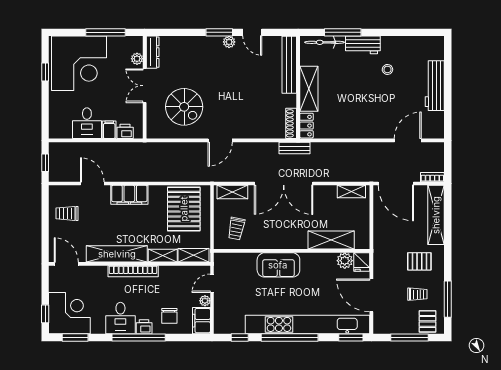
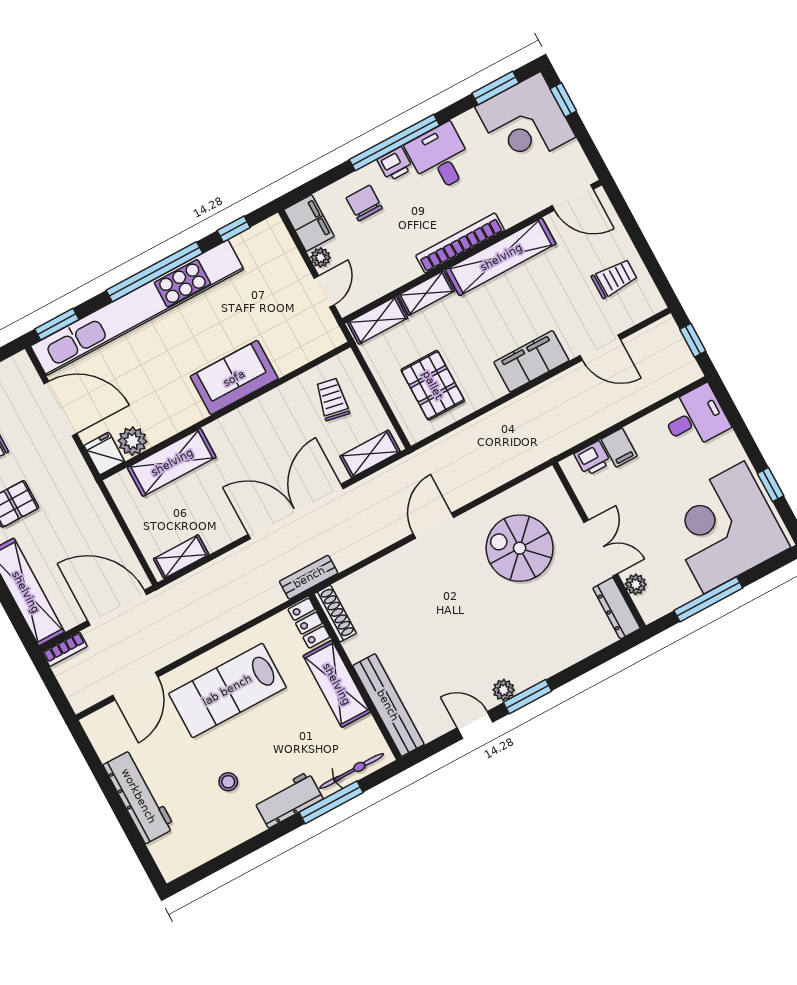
lab bench: (364, 114) -> (227, 690), added
desk: (87, 123) -> (695, 418), moved, turned 90
pallet: (184, 209) -> (433, 385), width x0.73, depth x0.71

